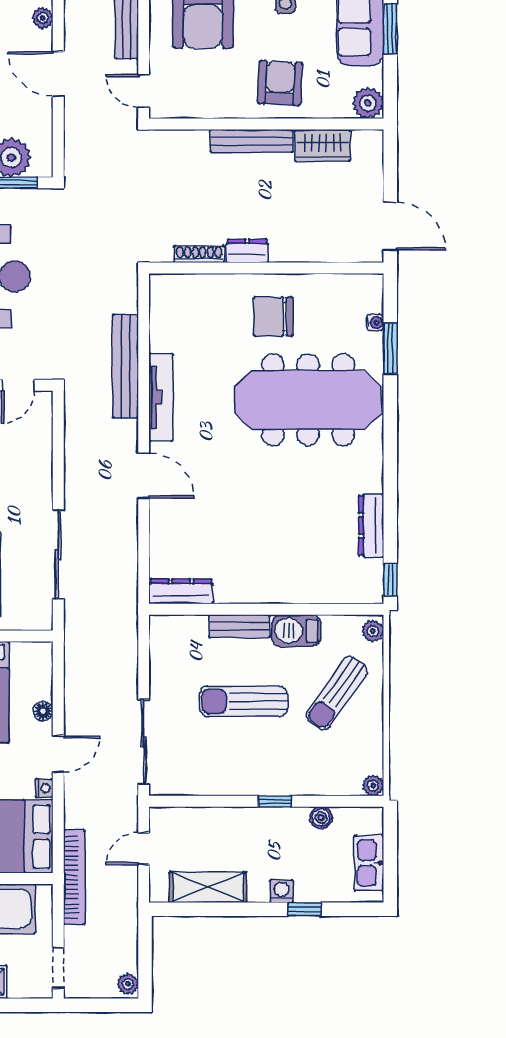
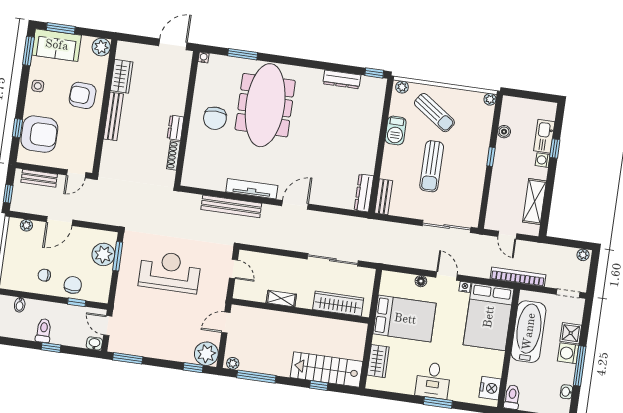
water cooler: (375, 323) -> (204, 57), moved
bench: (239, 626) -> (384, 197), moved
kitchen sink: (369, 863) -> (544, 136), moved, turned 90

